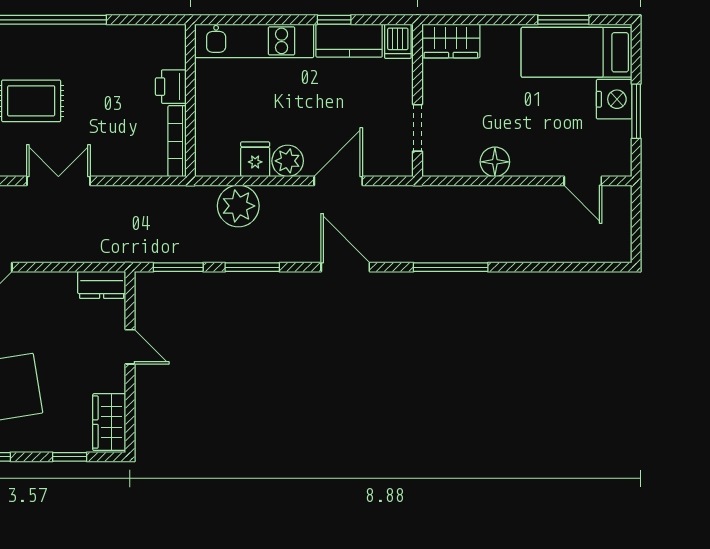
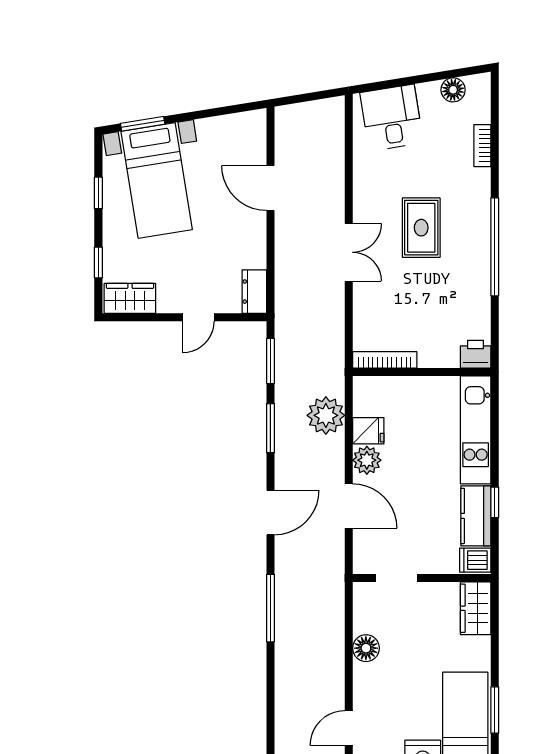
printer: (171, 87) -> (476, 354), moved

